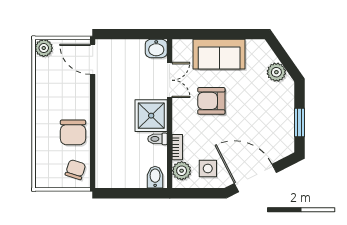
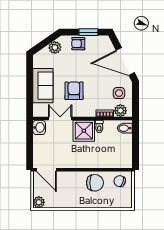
door: (93, 59) -> (46, 170), hinge flipped
armchair: (211, 101) -> (74, 91), turned 180
armchair: (282, 107) -> (78, 44), added
door: (255, 178) -> (125, 61), hinge flipped

